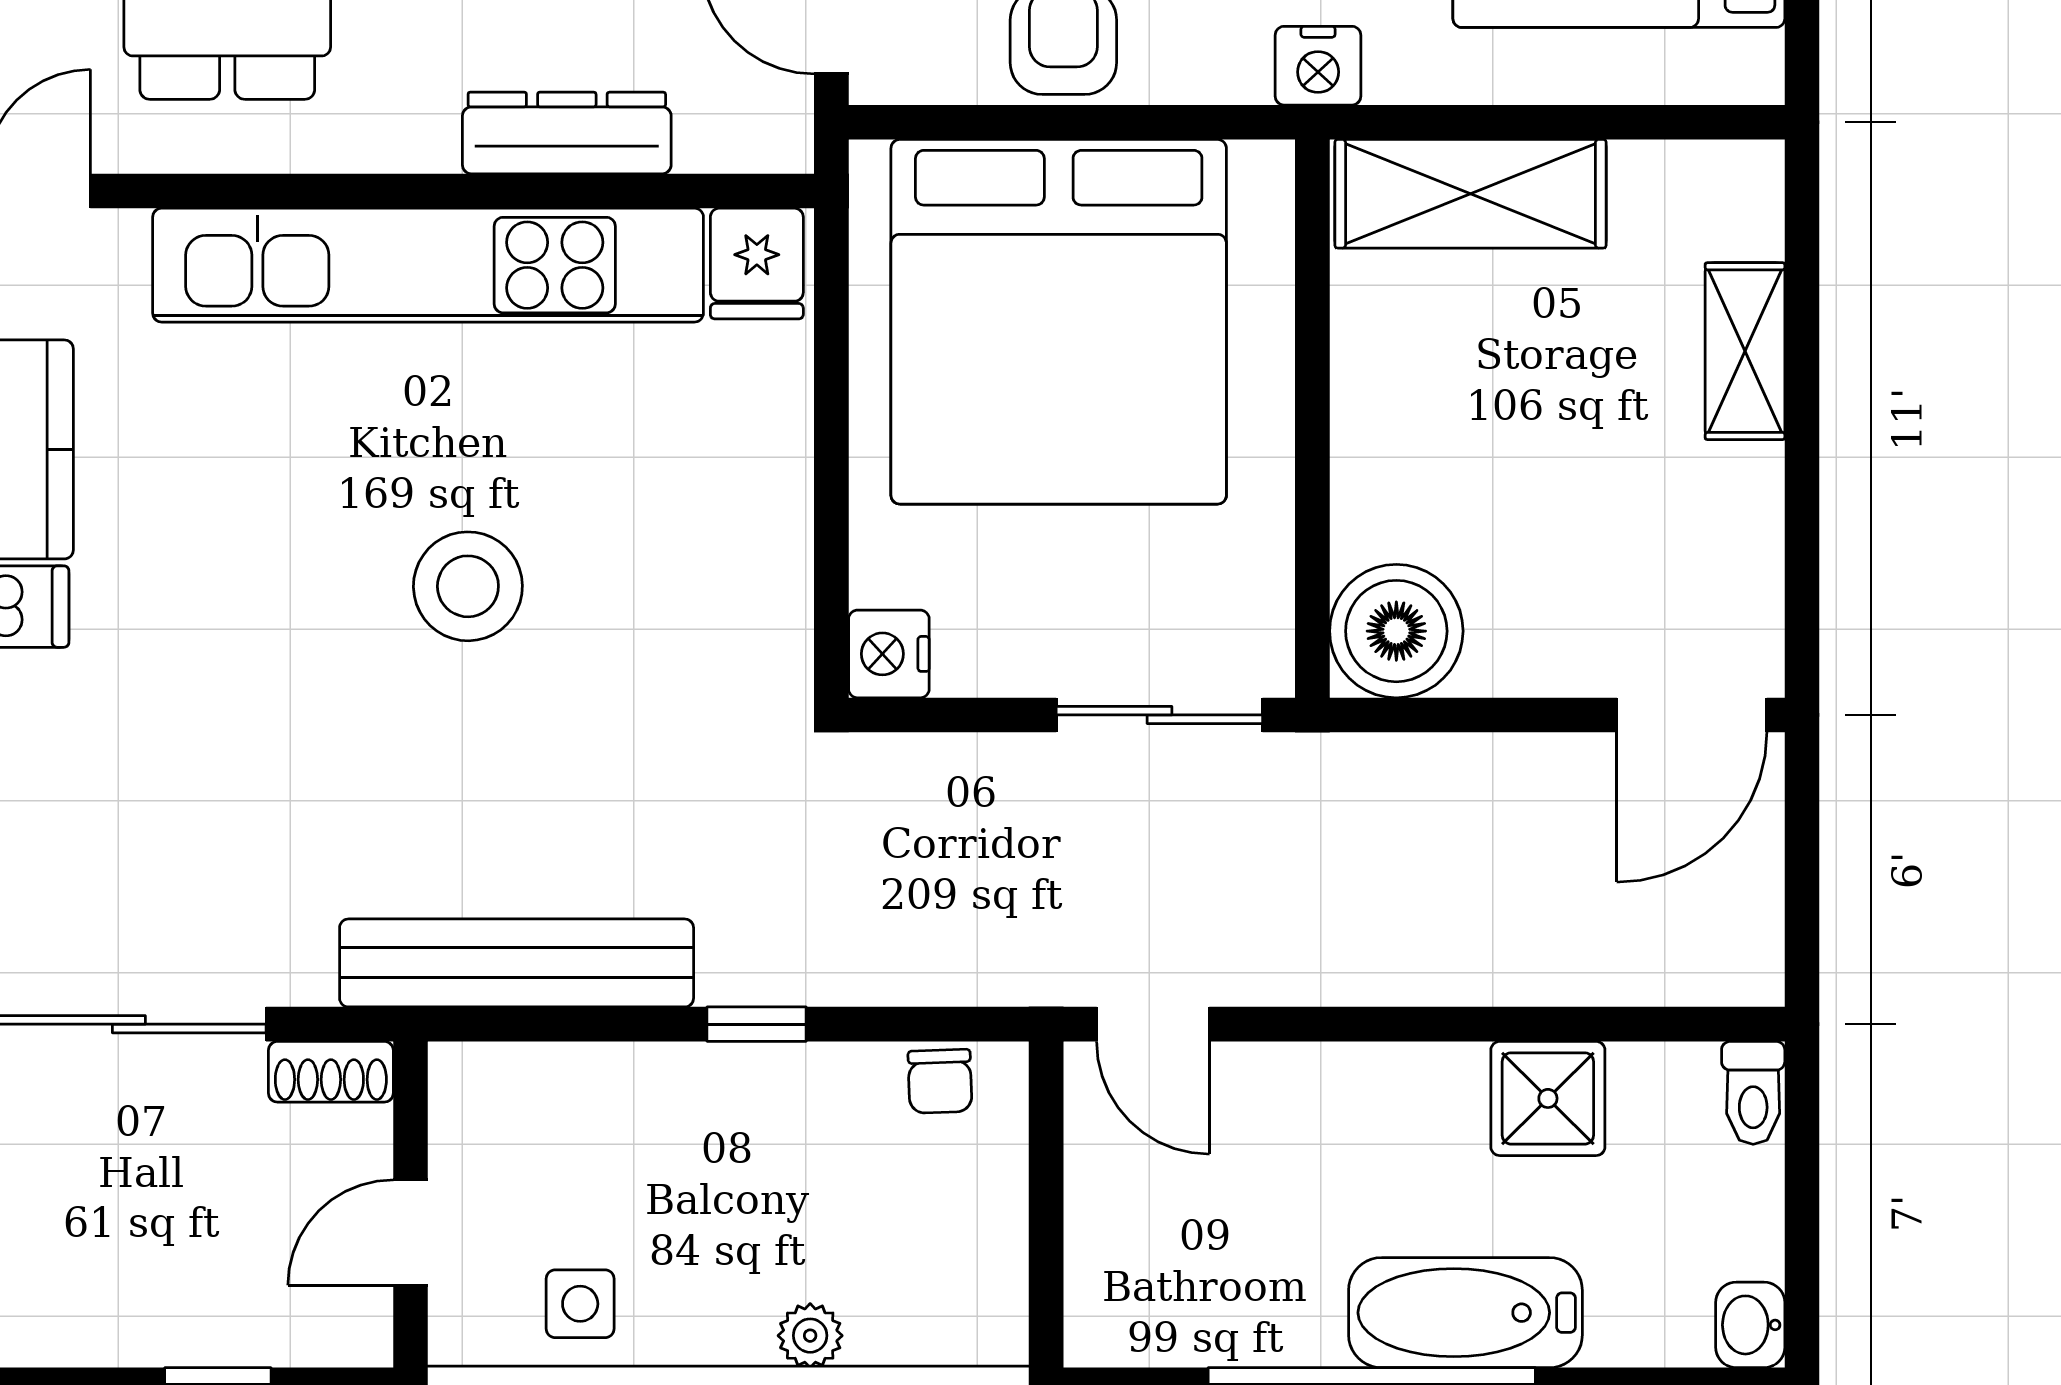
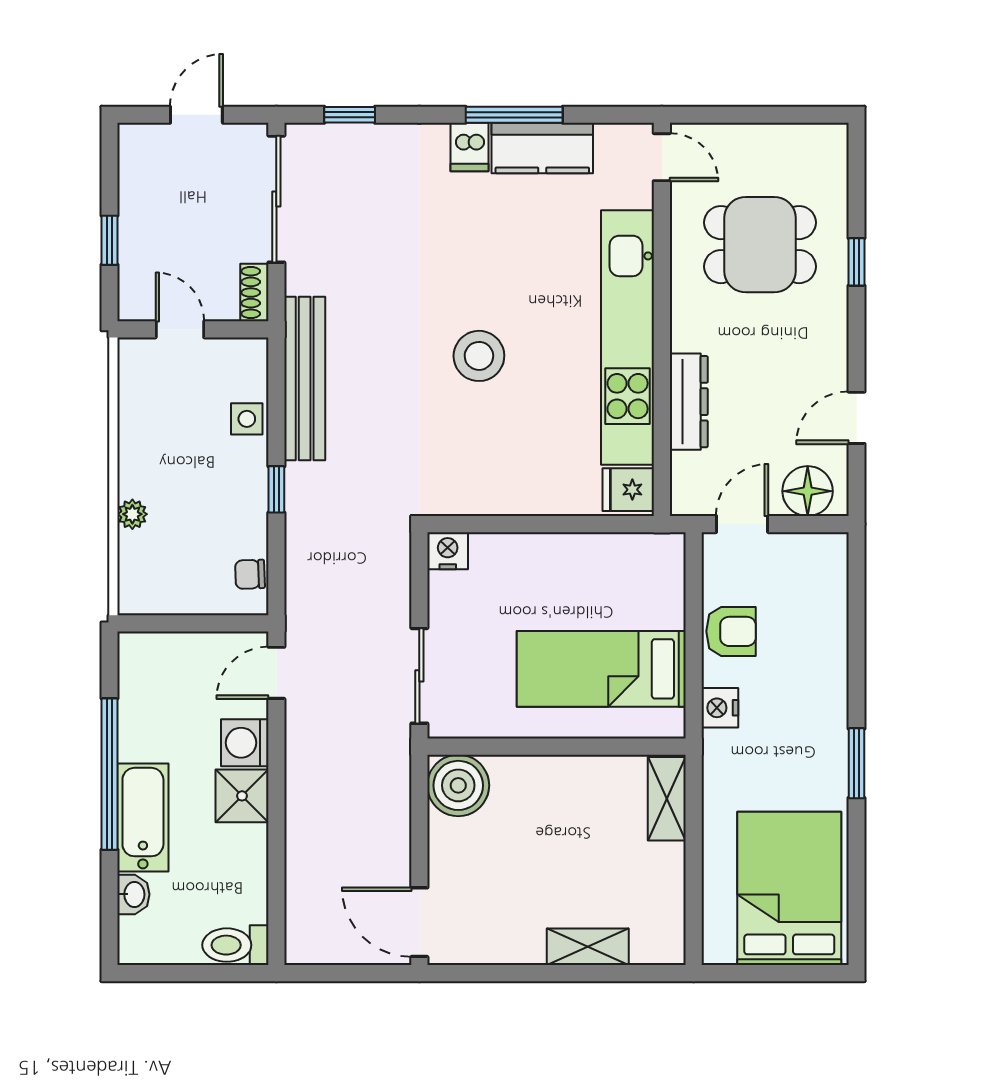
nightstand: (1318, 66) -> (720, 708), moved
shelving: (1471, 194) -> (667, 799), width x0.67, depth x0.75
bed: (1059, 322) -> (601, 669), width x0.49
washing machine: (1304, 1092) -> (245, 743), added
toilet: (1753, 1093) -> (235, 945), width x1.37, depth x1.39
shower: (1548, 1098) -> (242, 796), moved
side table: (580, 1304) -> (247, 419), moved
washbasin: (1750, 1325) -> (133, 894), moved, turned 90

